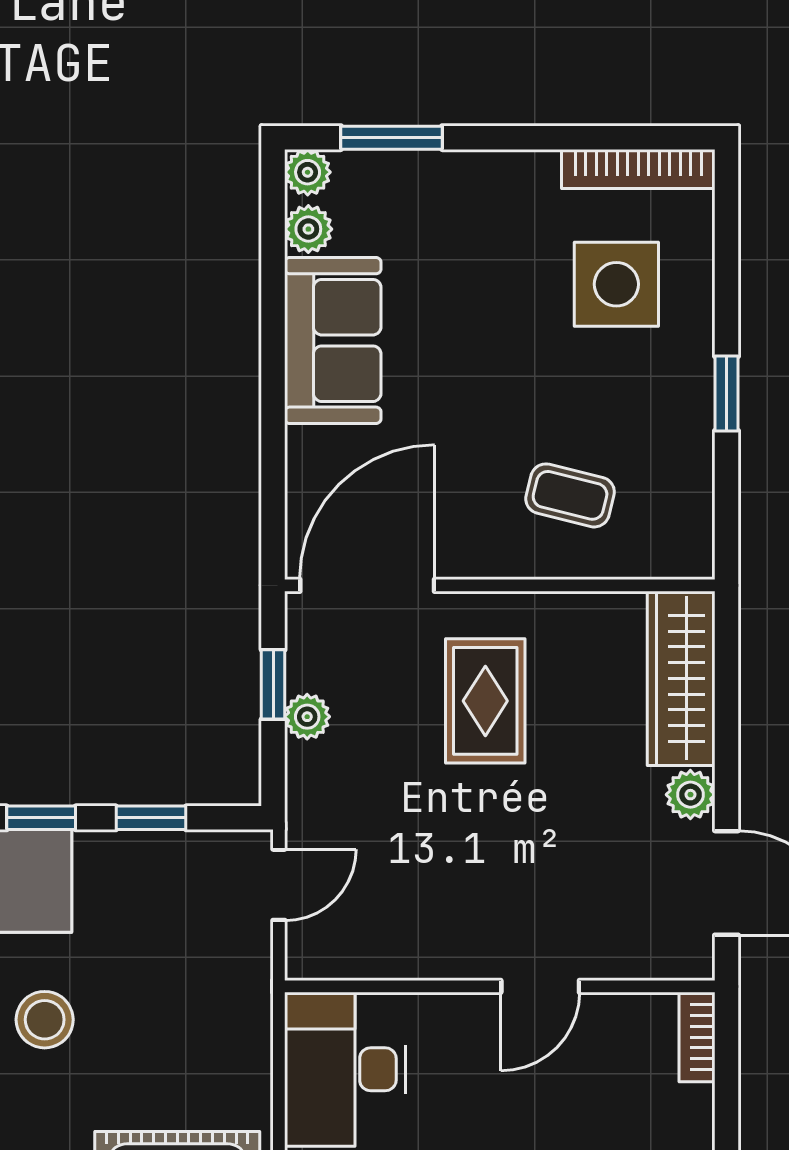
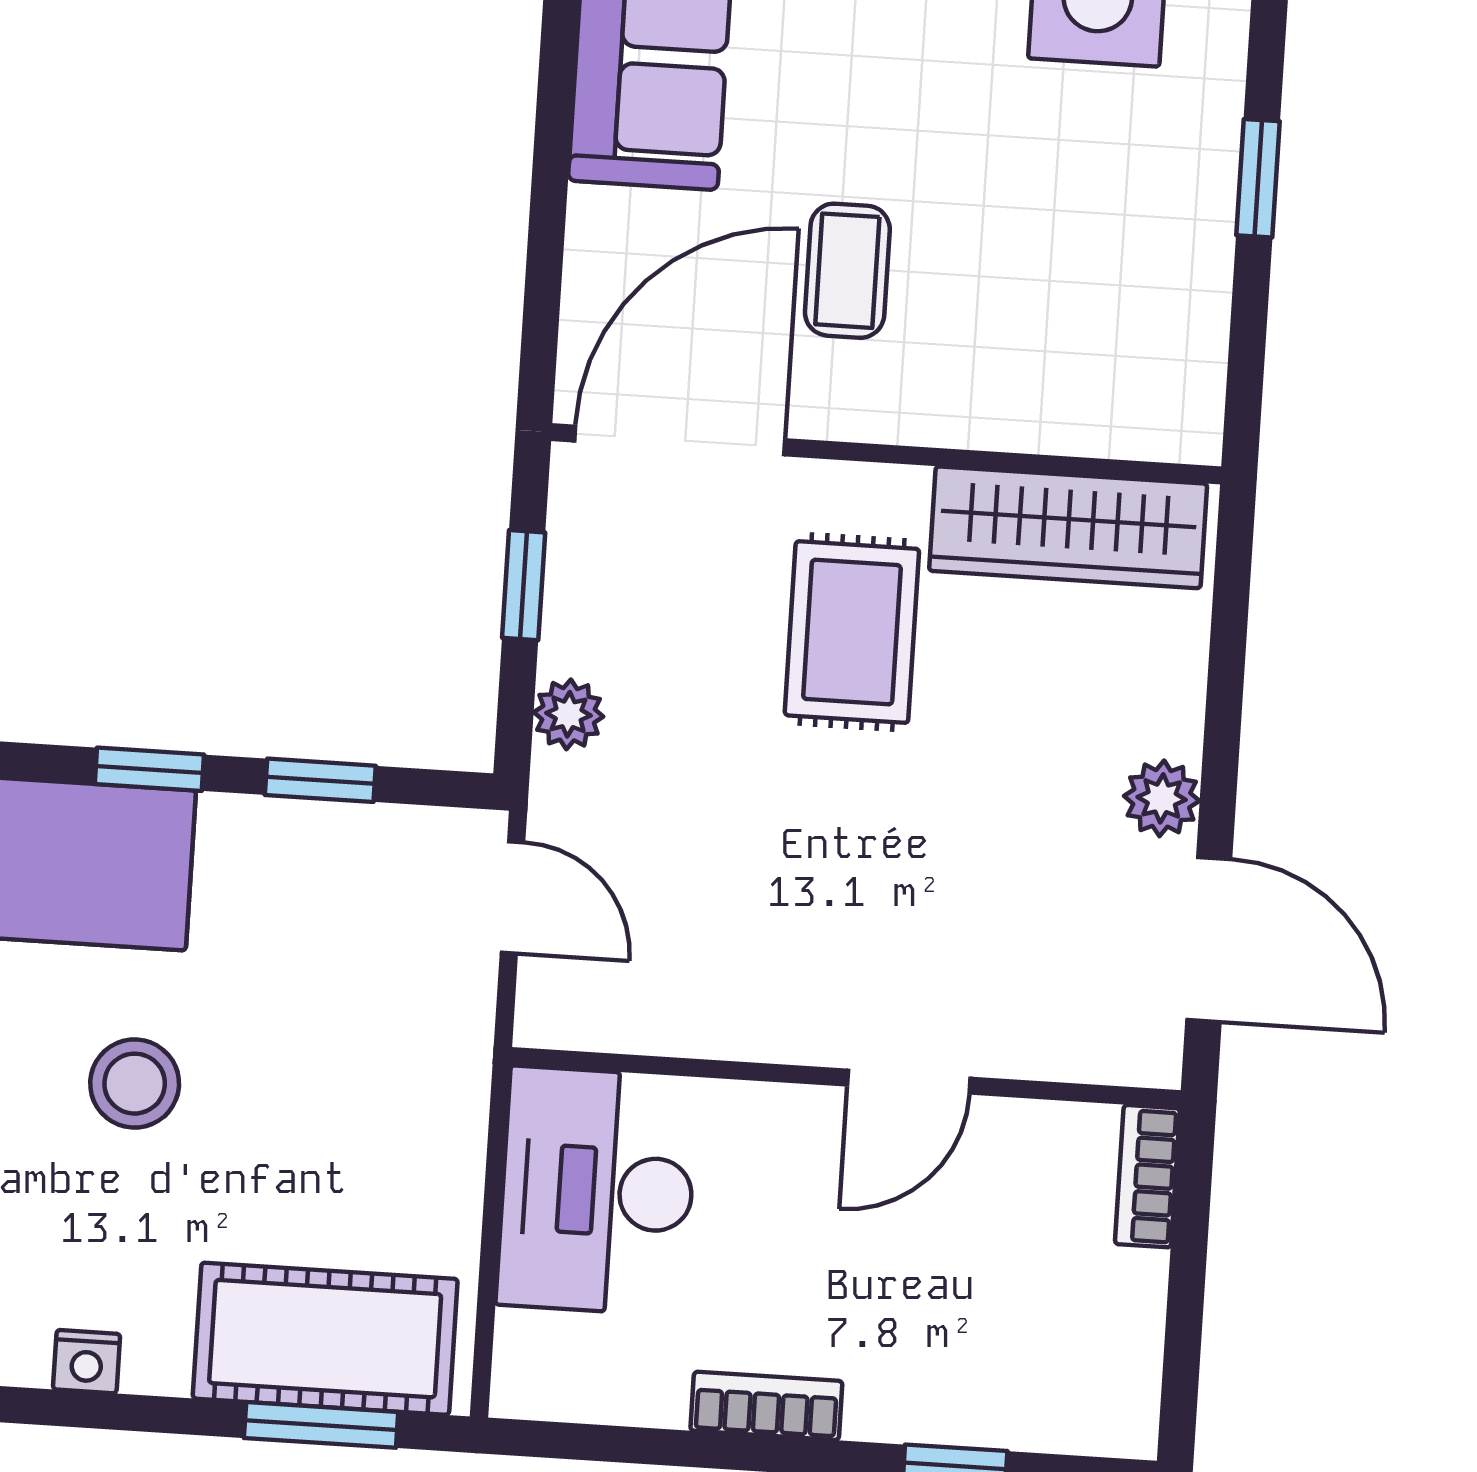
coffee table: (570, 495) -> (847, 271), moved, turned 76
wardrobe: (681, 678) -> (1068, 527), moved, turned -90
plant: (307, 717) -> (569, 714), moved
door: (279, 885) -> (513, 897), hinge flipped

